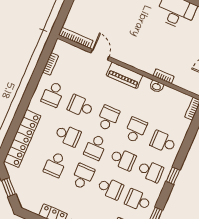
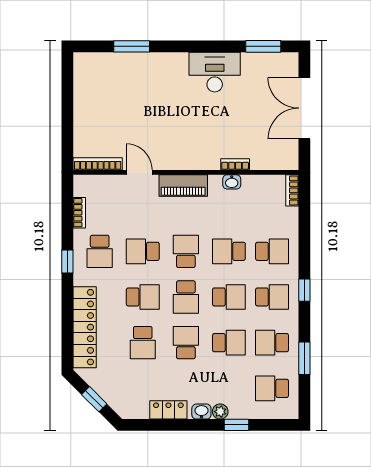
window: (30, 92) -> (67, 262), added
school desk: (136, 130) -> (229, 251), turned -90
school desk: (163, 142) -> (272, 251), turned 180

